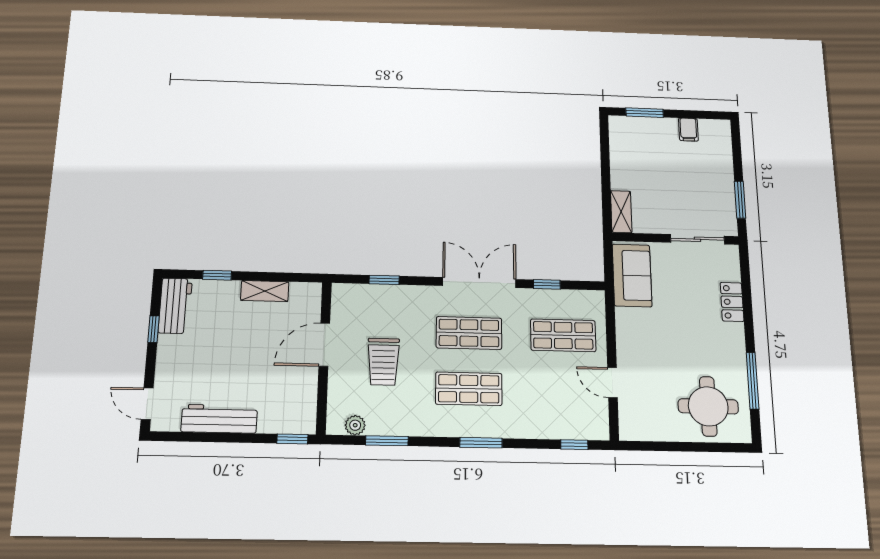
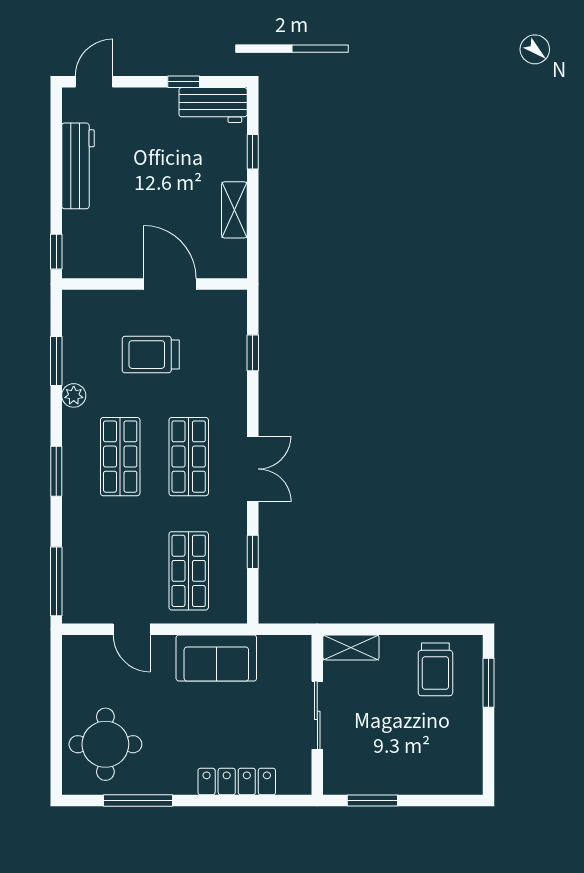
filing cabinet: (688, 130) -> (467, 739), removed
trolley: (636, 150) -> (435, 669), added
sliding door: (697, 239) -> (317, 715), moved
sofa: (632, 275) -> (216, 658), moved
double door: (479, 282) -> (253, 469), width x0.73
locker: (732, 302) -> (237, 781), width x1.53
door: (612, 383) -> (132, 629), swing flipped
plant: (355, 425) -> (74, 395), moved
window: (574, 445) -> (56, 581), width x2.17

